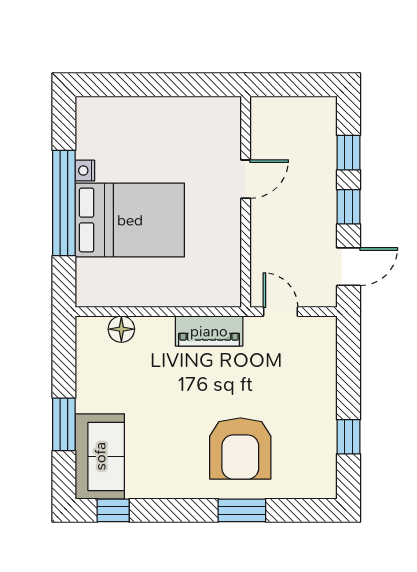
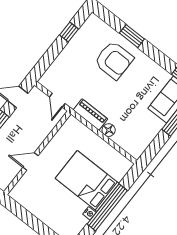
floor lamp: (121, 329) -> (109, 130), moved
armchair: (240, 448) -> (114, 60), turned 90

